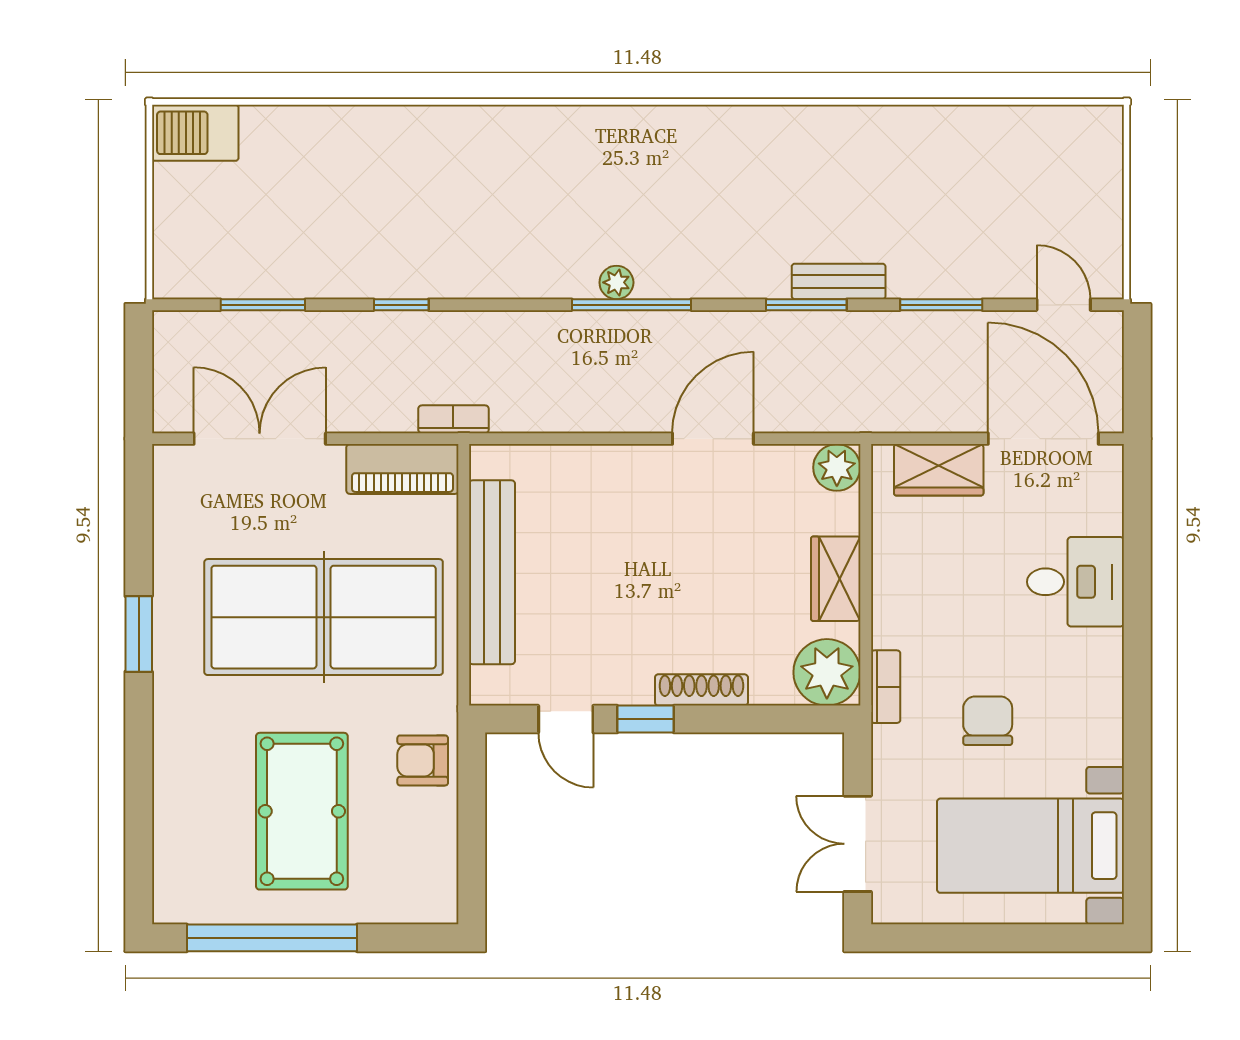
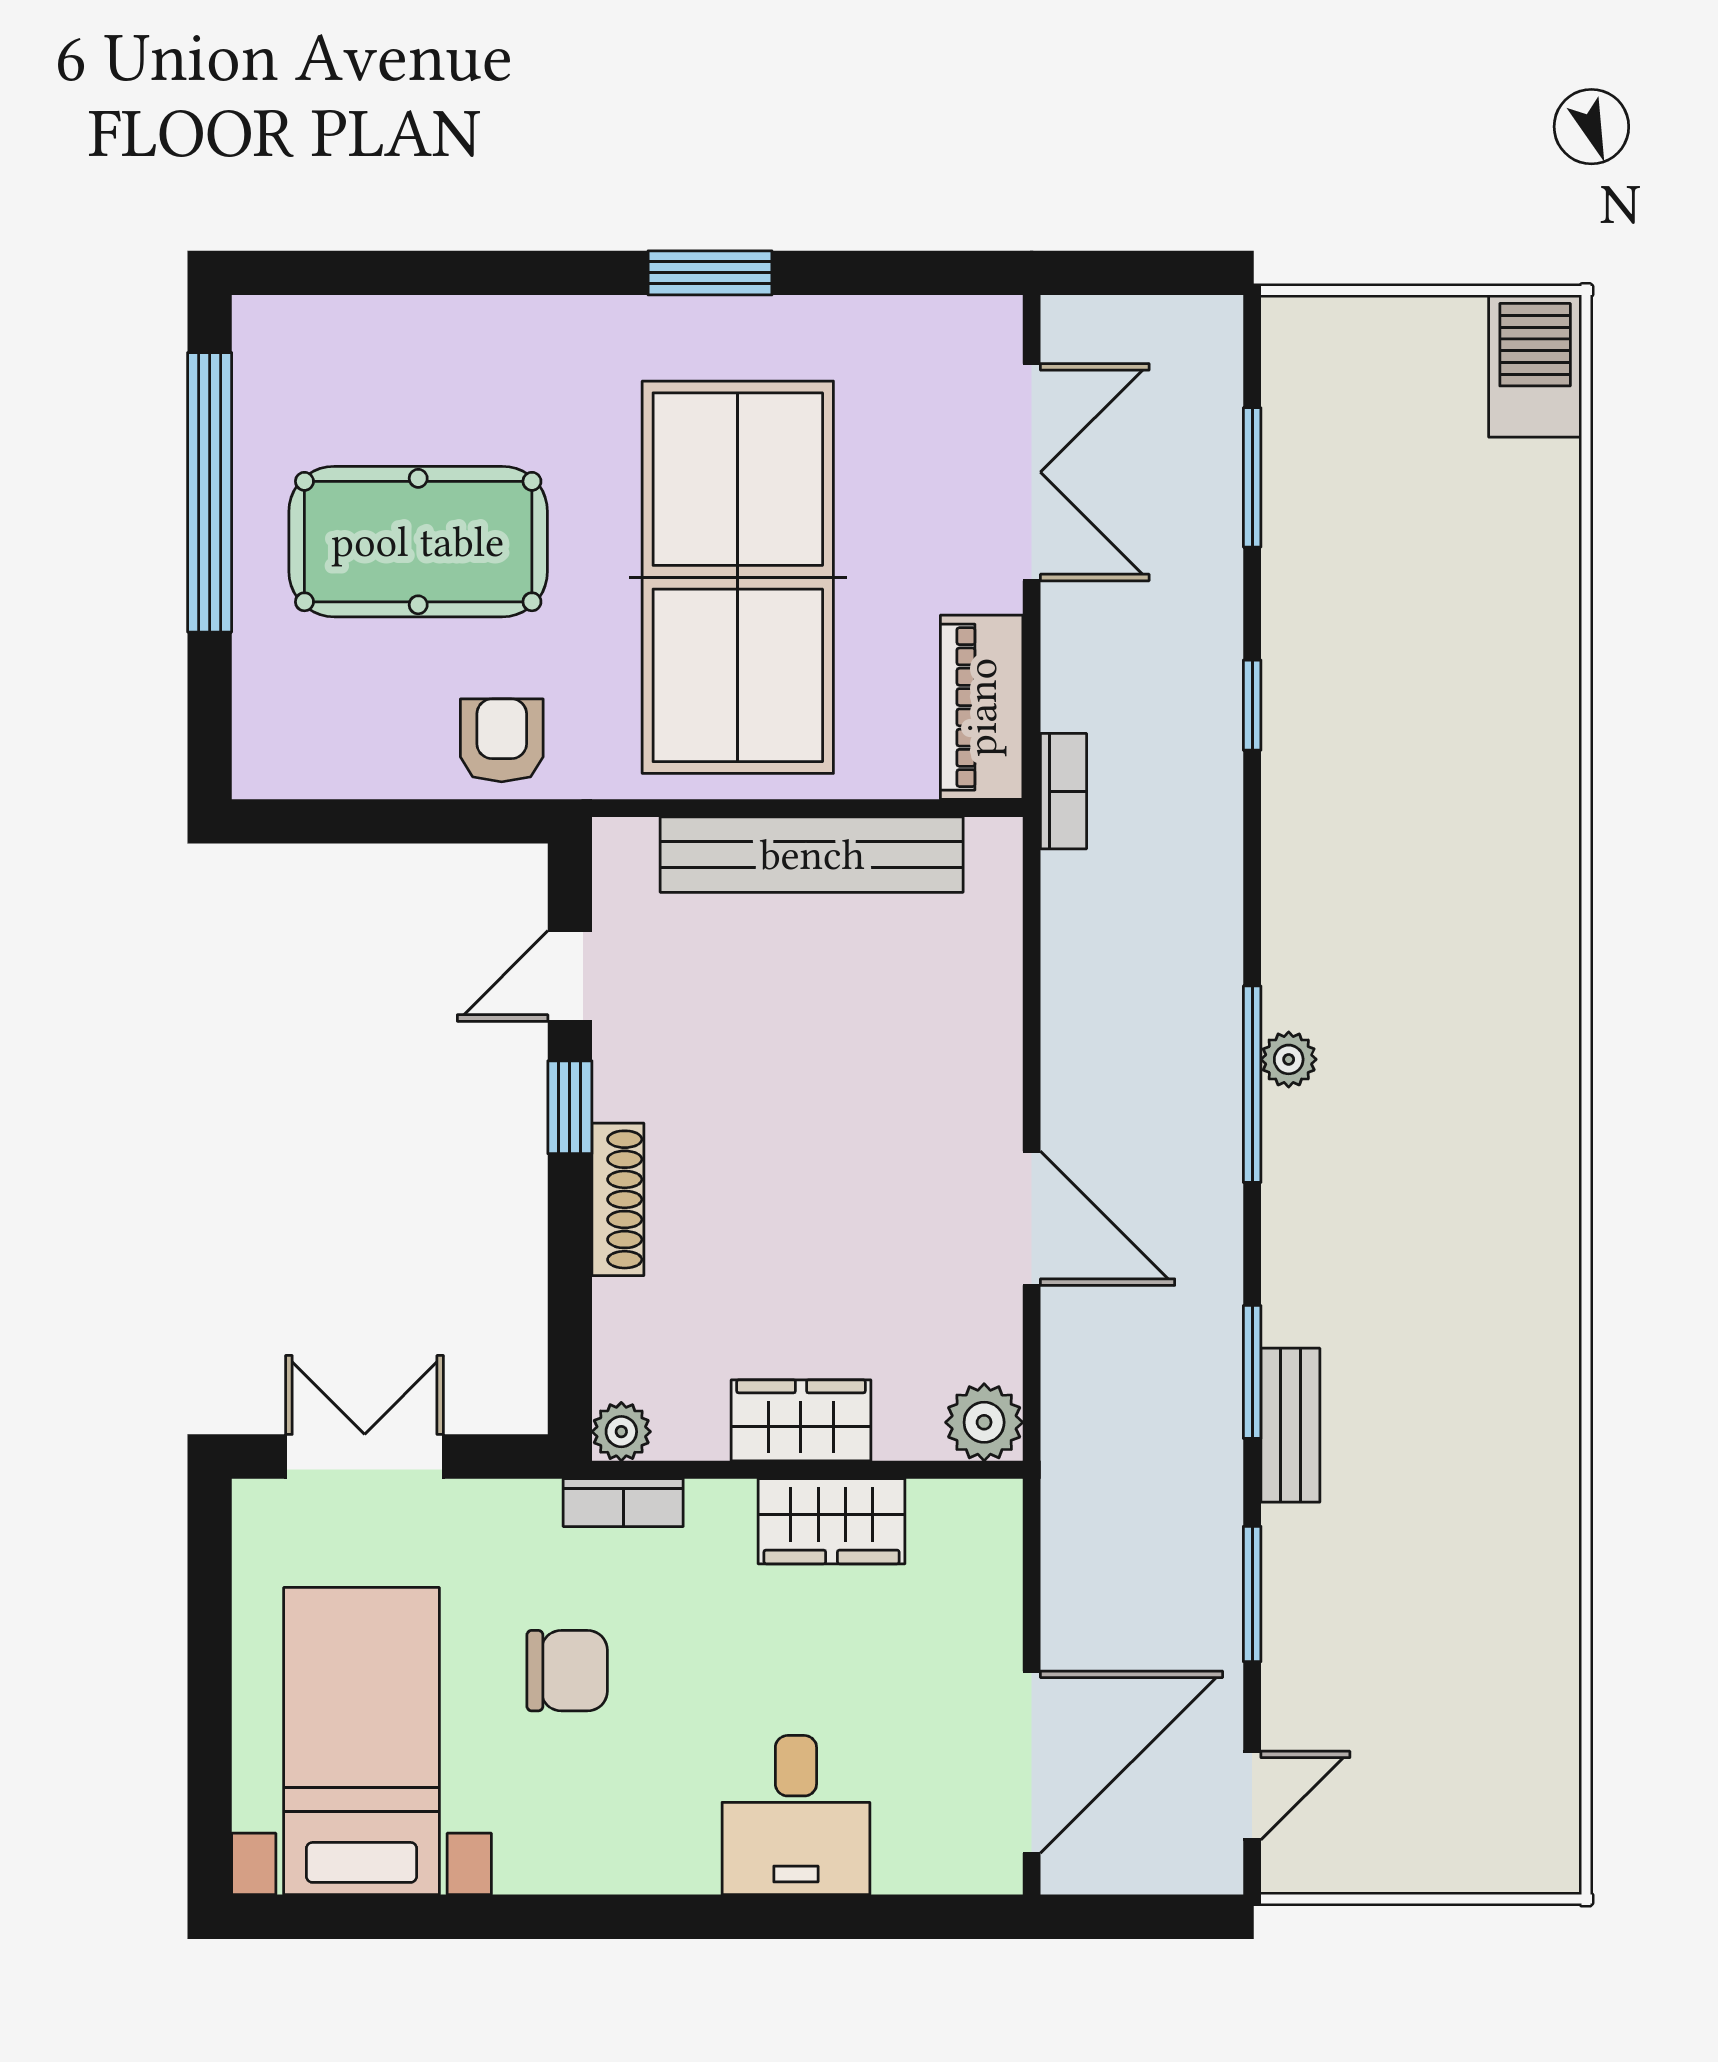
wardrobe: (939, 470) -> (832, 1521), moved, turned -90
plant: (827, 672) -> (621, 1432), width x0.53, depth x0.53

